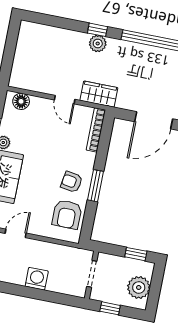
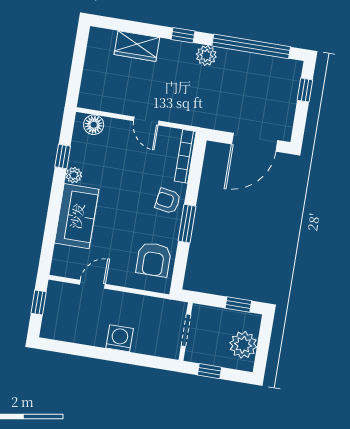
plant: (98, 43) -> (206, 55), moved
wardrobe: (99, 94) -> (137, 46), moved, turned 180
armchair: (72, 182) -> (168, 201), moved

